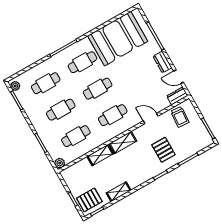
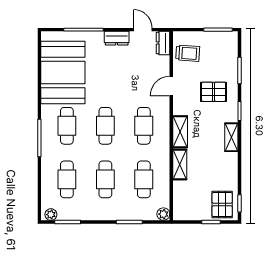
door: (178, 77) -> (143, 30), swing flipped
shelving: (119, 192) -> (231, 137), moved

